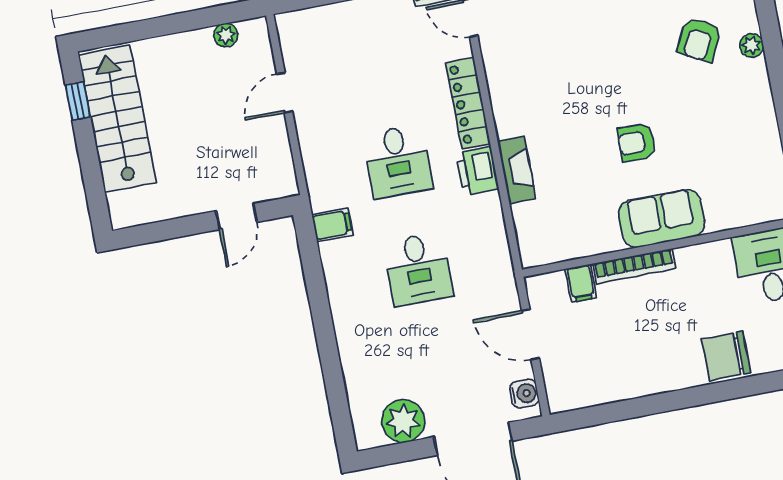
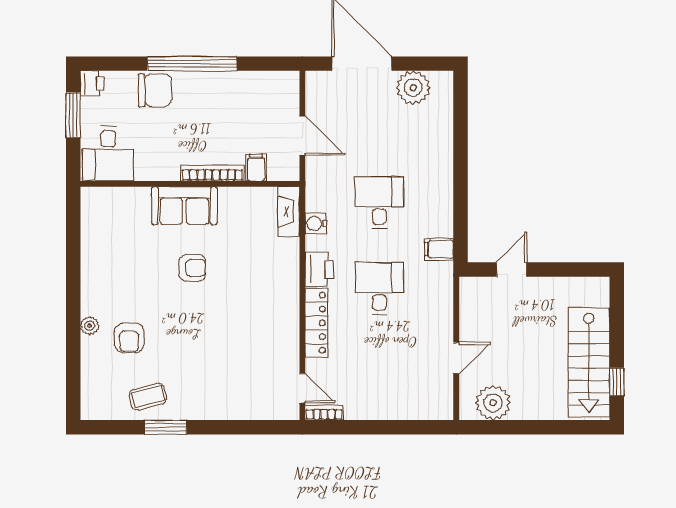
plant: (226, 35) -> (493, 403), width x1.88, depth x1.88
armchair: (699, 40) -> (129, 338), turned 152
fireplace: (517, 170) -> (289, 212), moved
water cooler: (524, 394) -> (316, 223), moved
window: (686, 398) -> (192, 64), added

